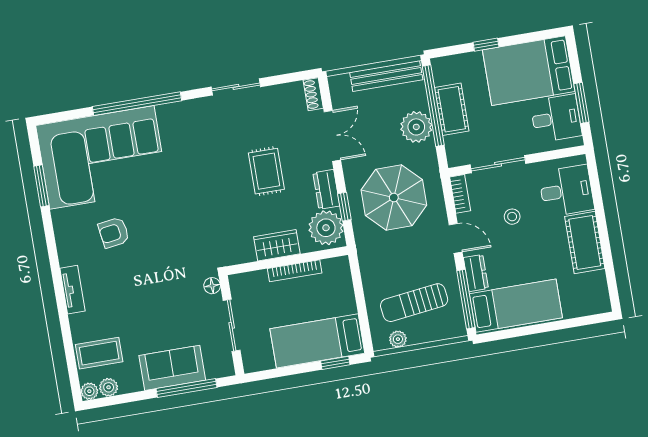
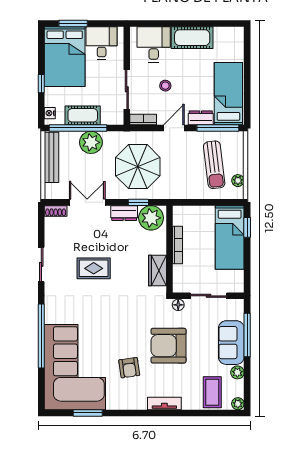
nightstand: (447, 63) -> (50, 113), added
window: (581, 103) -> (73, 23), moved
rug: (266, 171) -> (94, 268), moved
wardrobe: (277, 245) -> (158, 270), moved
armchair: (153, 282) -> (169, 346), added
plant: (109, 387) -> (237, 372), moved

